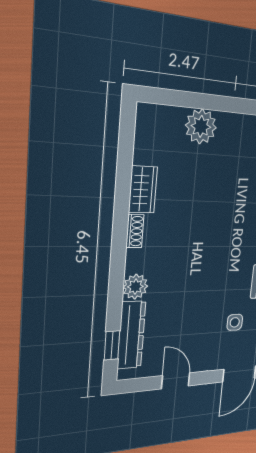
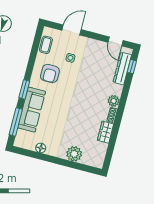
plant: (135, 287) -> (114, 101), moved
door: (176, 381) -> (115, 41), moved

